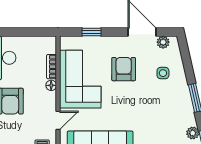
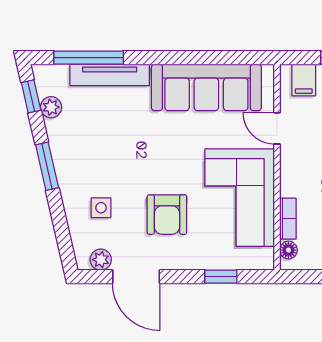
floor lamp: (51, 85) -> (288, 250), moved
door: (58, 120) -> (277, 128), hinge flipped

